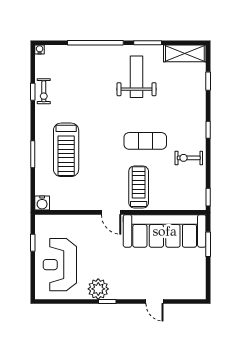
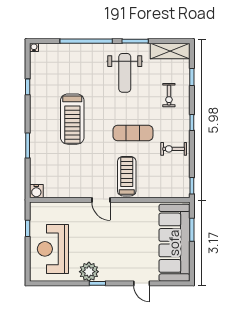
weight bench: (137, 77) -> (125, 73), turned 180
exercise bike: (44, 91) -> (169, 95), moved
treadmill: (66, 150) -> (72, 119), moved
sofa: (165, 231) -> (174, 243), moved, turned 90

